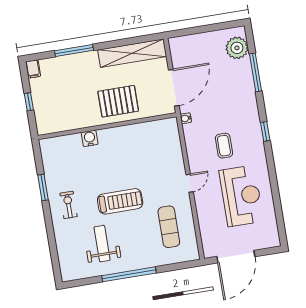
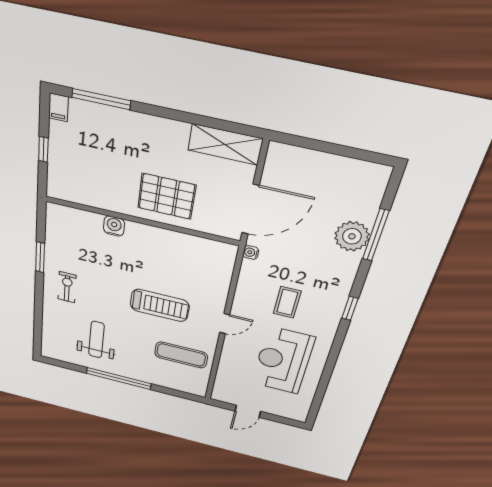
plant: (237, 48) -> (352, 236), moved
window: (74, 50) -> (101, 99), moved
shelving: (132, 53) -> (225, 144), width x0.68
reception desk: (241, 196) -> (283, 361), turned 180
treadmill: (120, 201) -> (160, 305), moved
exercise mat: (169, 227) -> (181, 355), turned 90
door: (236, 257) -> (248, 411), width x0.53

